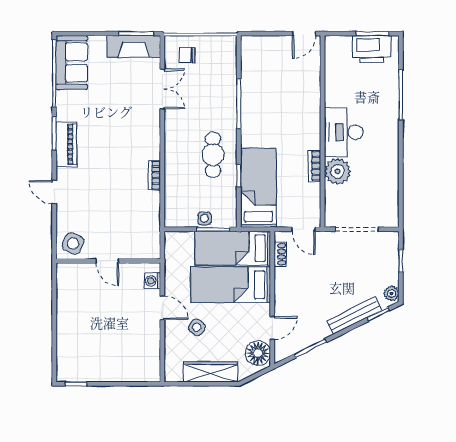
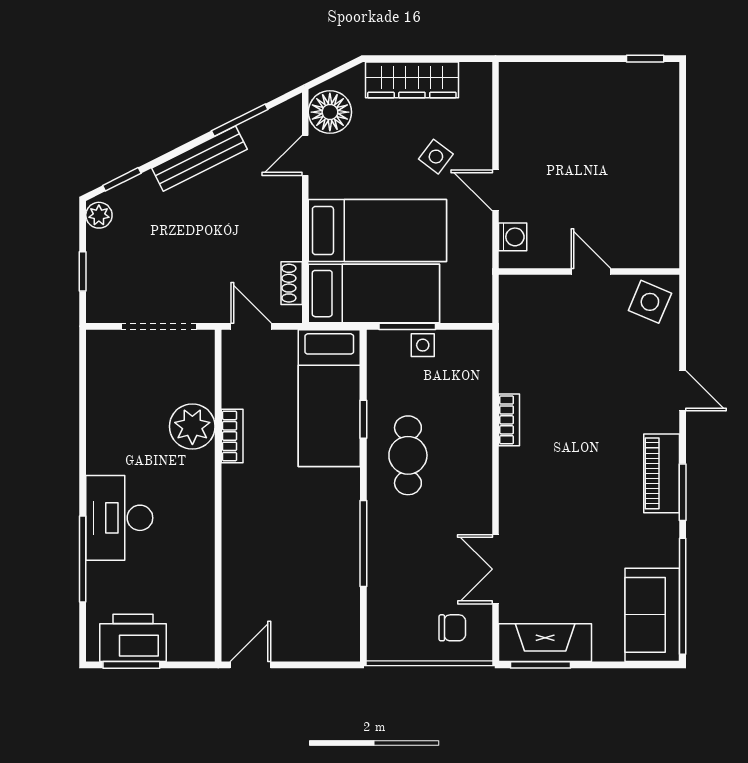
desk: (344, 132) -> (119, 518), moved, turned 180
bench: (354, 316) -> (199, 159), moved

